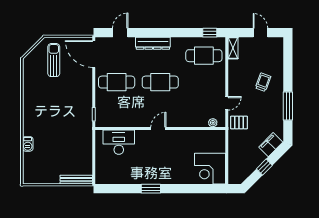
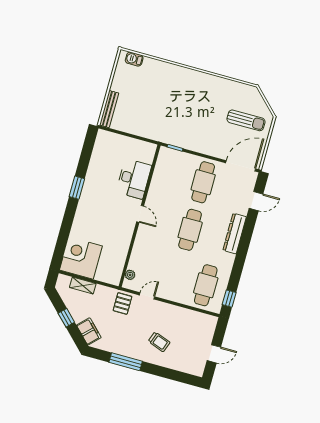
door: (120, 33) -> (256, 201), hinge flipped
shelving: (233, 48) -> (83, 285), moved
door: (227, 103) -> (147, 296), swing flipped
desk: (119, 142) -> (134, 179), moved
barbecue: (28, 144) -> (134, 59), moved

